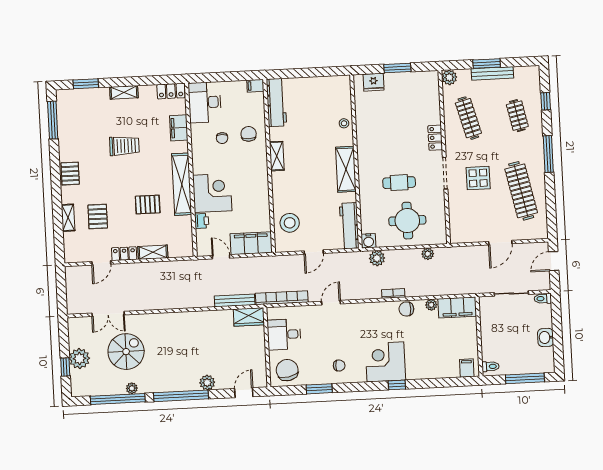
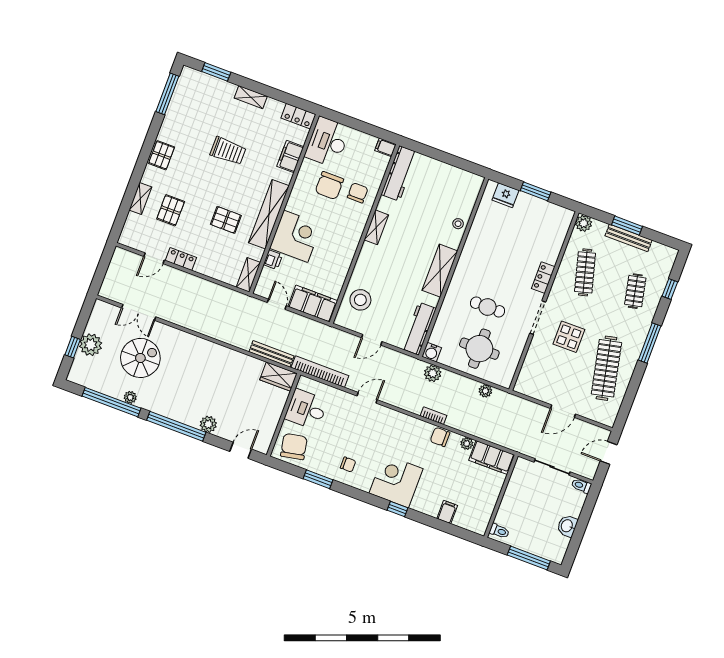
chair: (222, 138) -> (329, 186), width x1.87, depth x1.87
shelving: (153, 252) -> (248, 275), moved, turned 90
filing cabinet: (467, 368) -> (447, 512), moved

